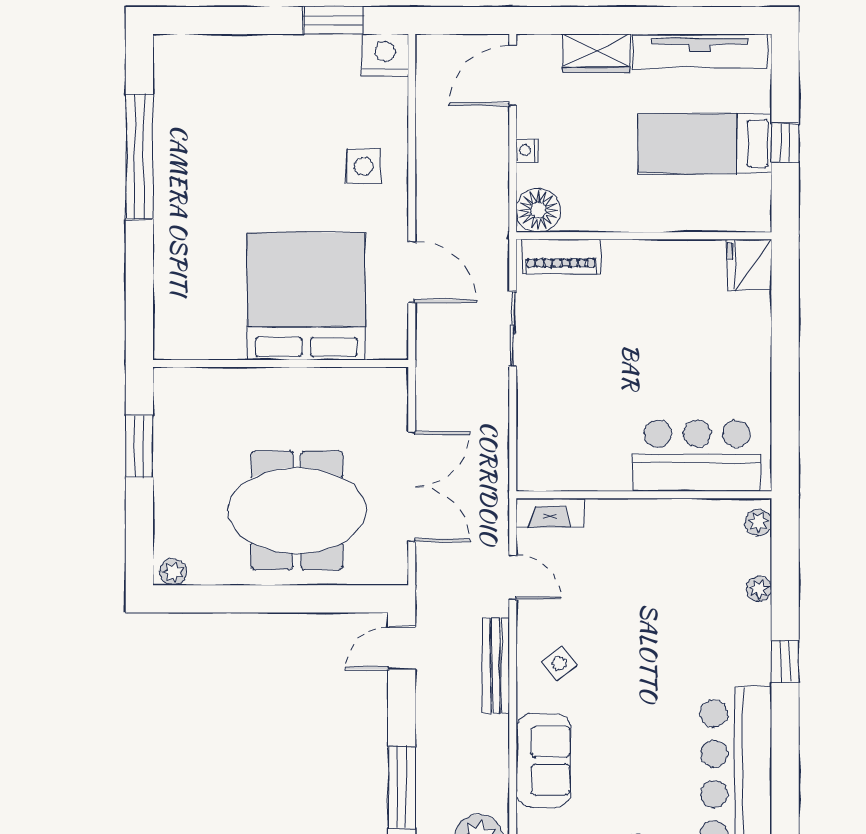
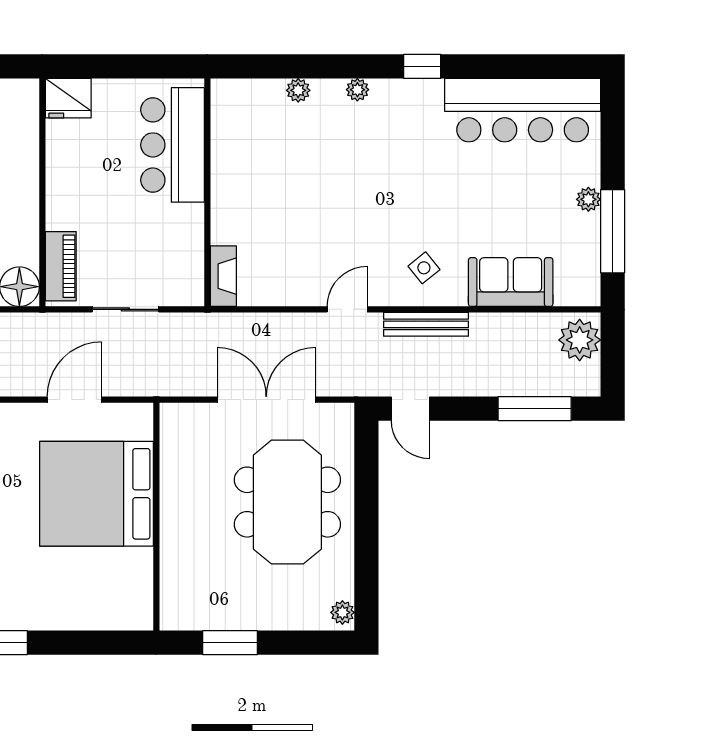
bar counter: (697, 456) -> (173, 145), moved
wall: (644, 495) -> (207, 192), moved
fireplace: (550, 513) -> (223, 276), moved

